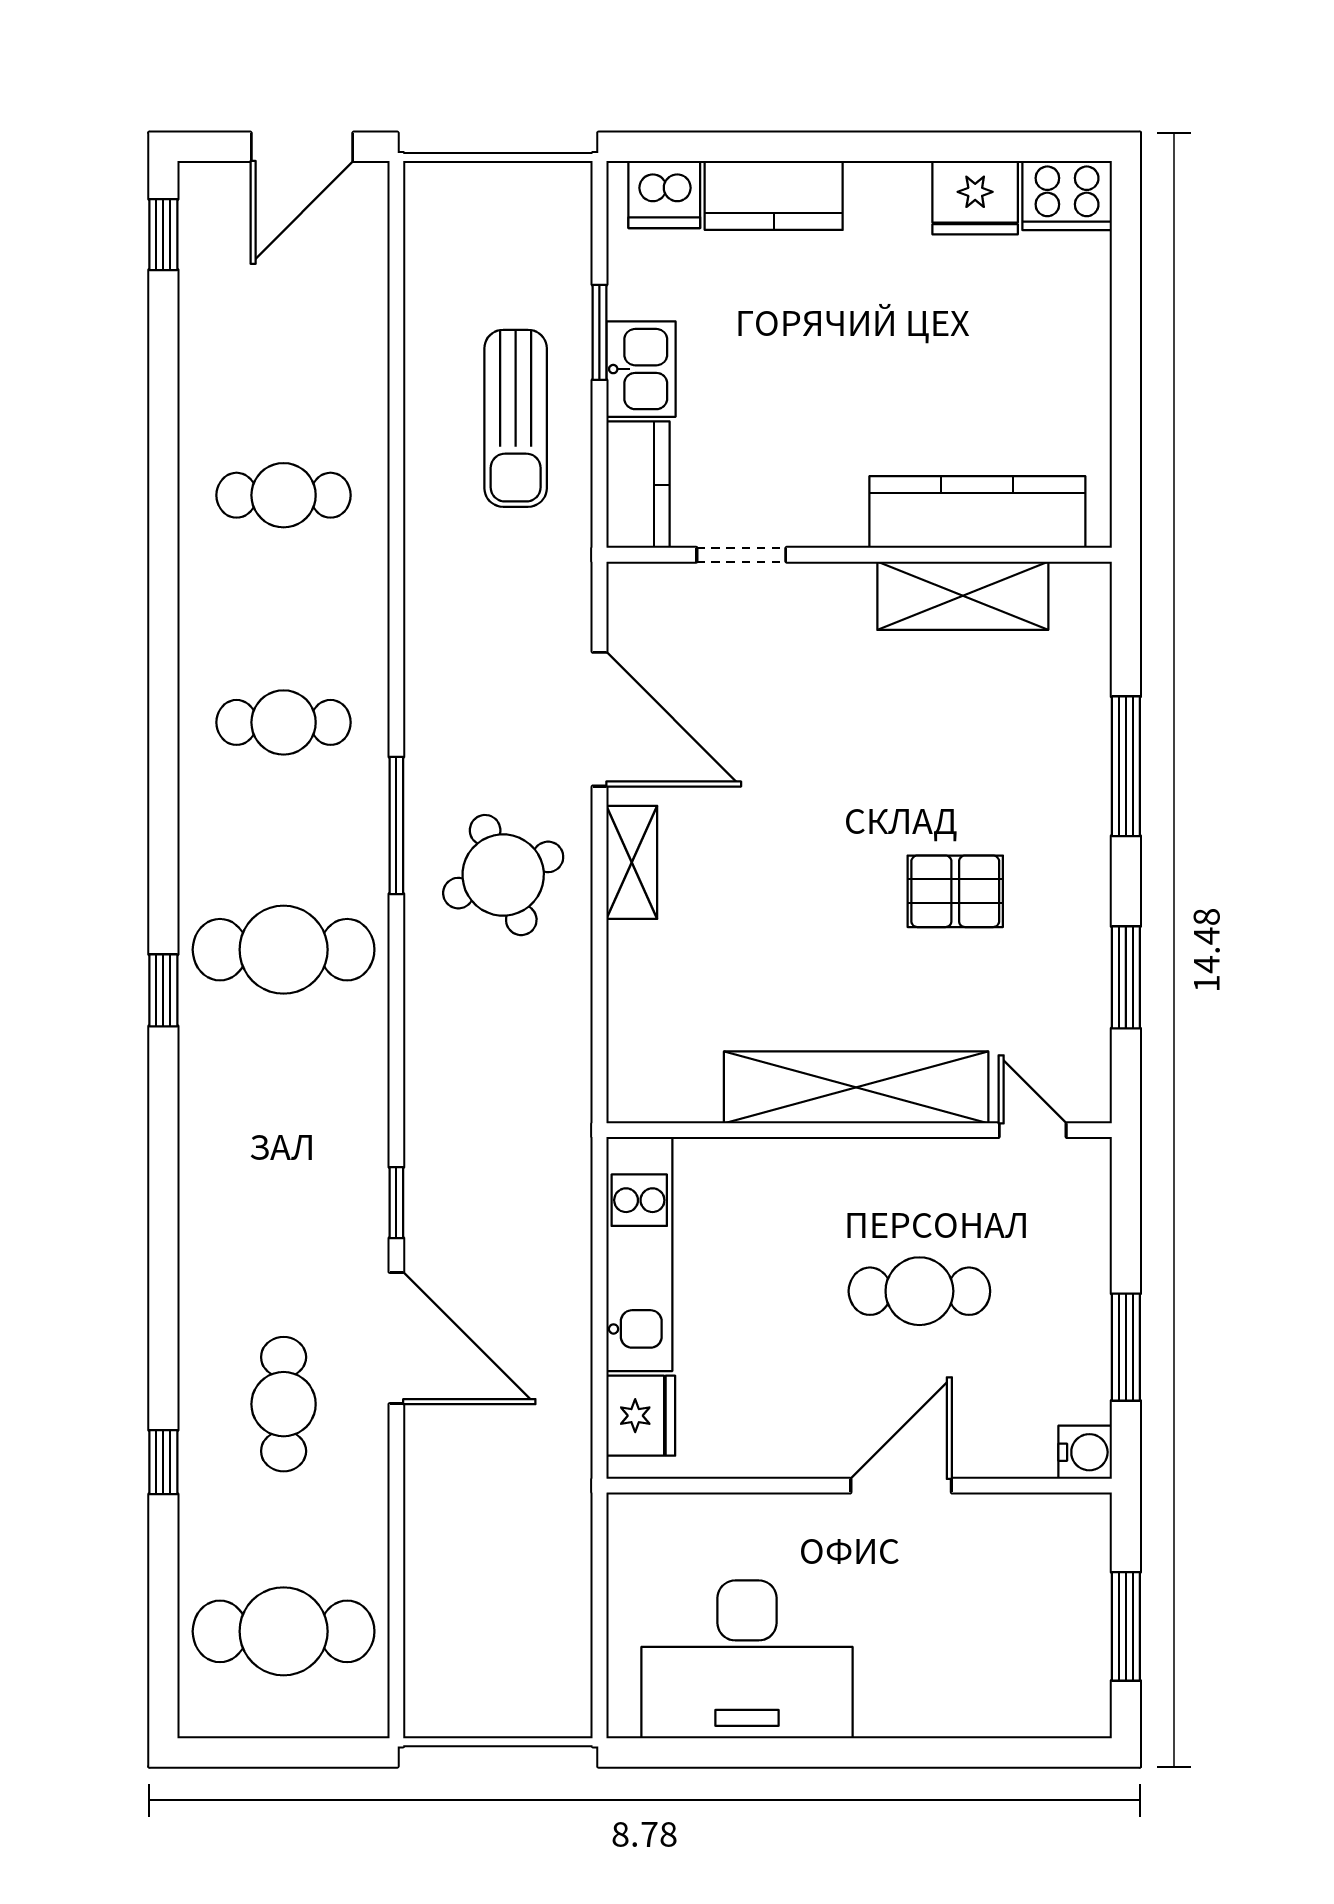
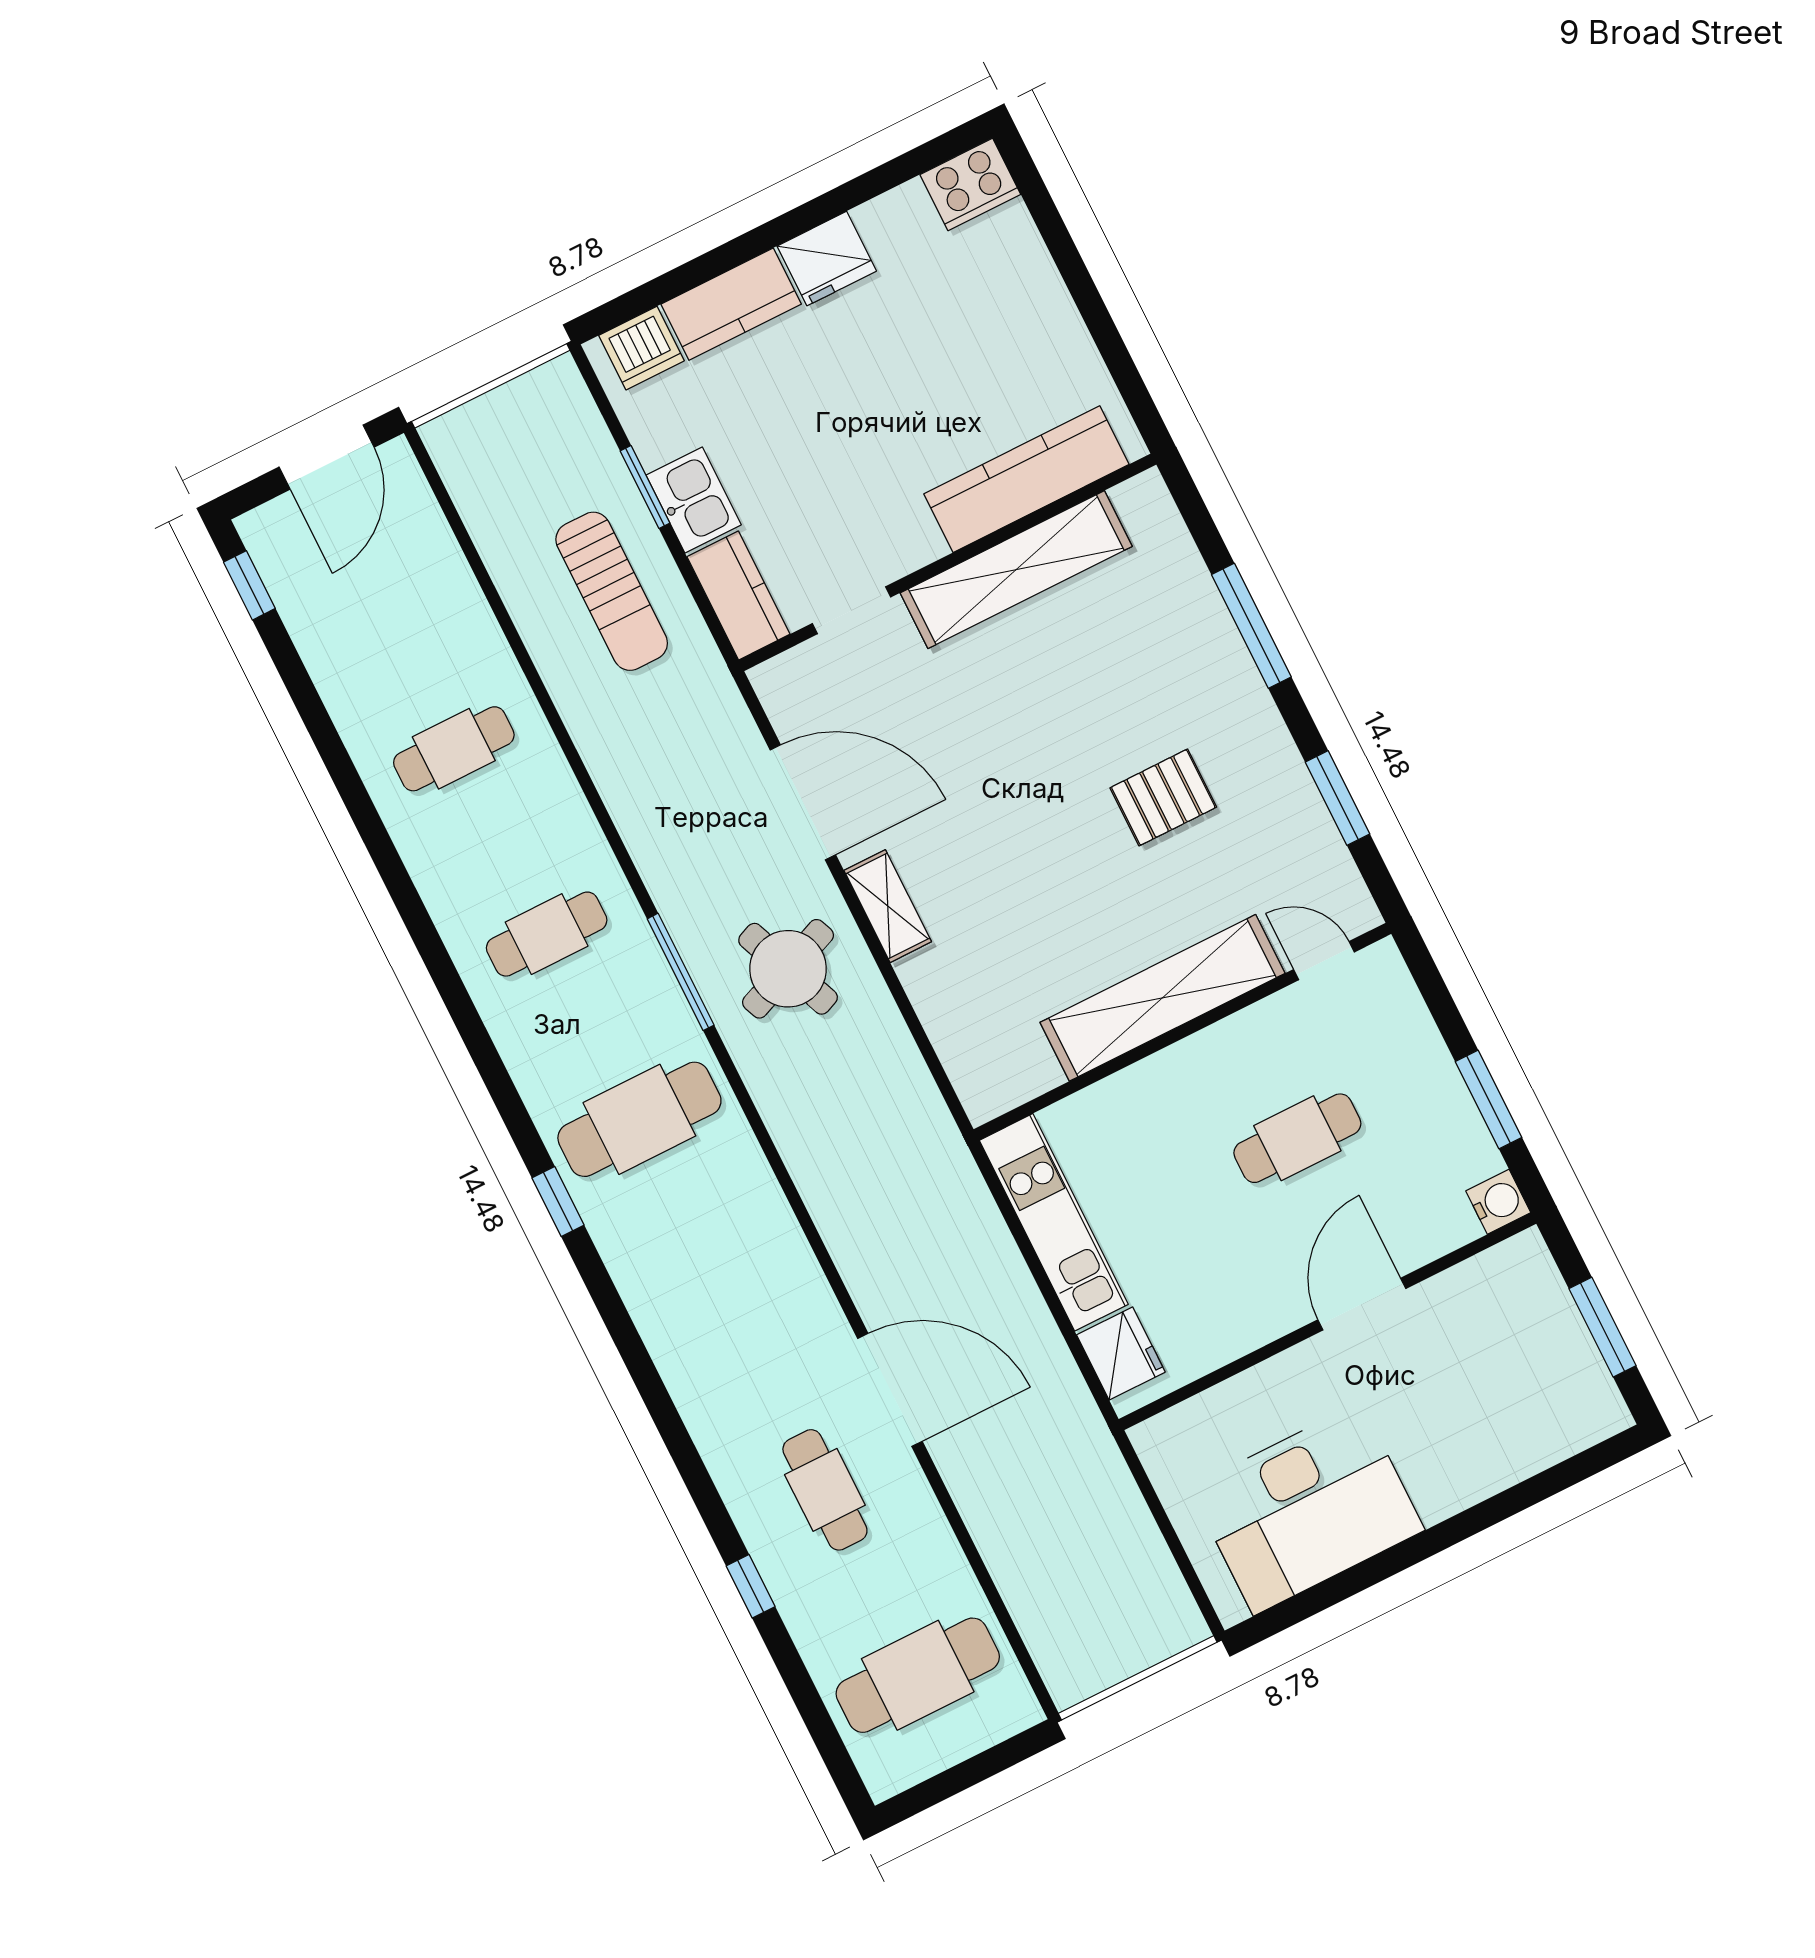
fridge: (975, 198) -> (827, 259), moved
shelving: (963, 596) -> (1016, 570), width x1.47
window: (396, 1203) -> (835, 1280), removed

